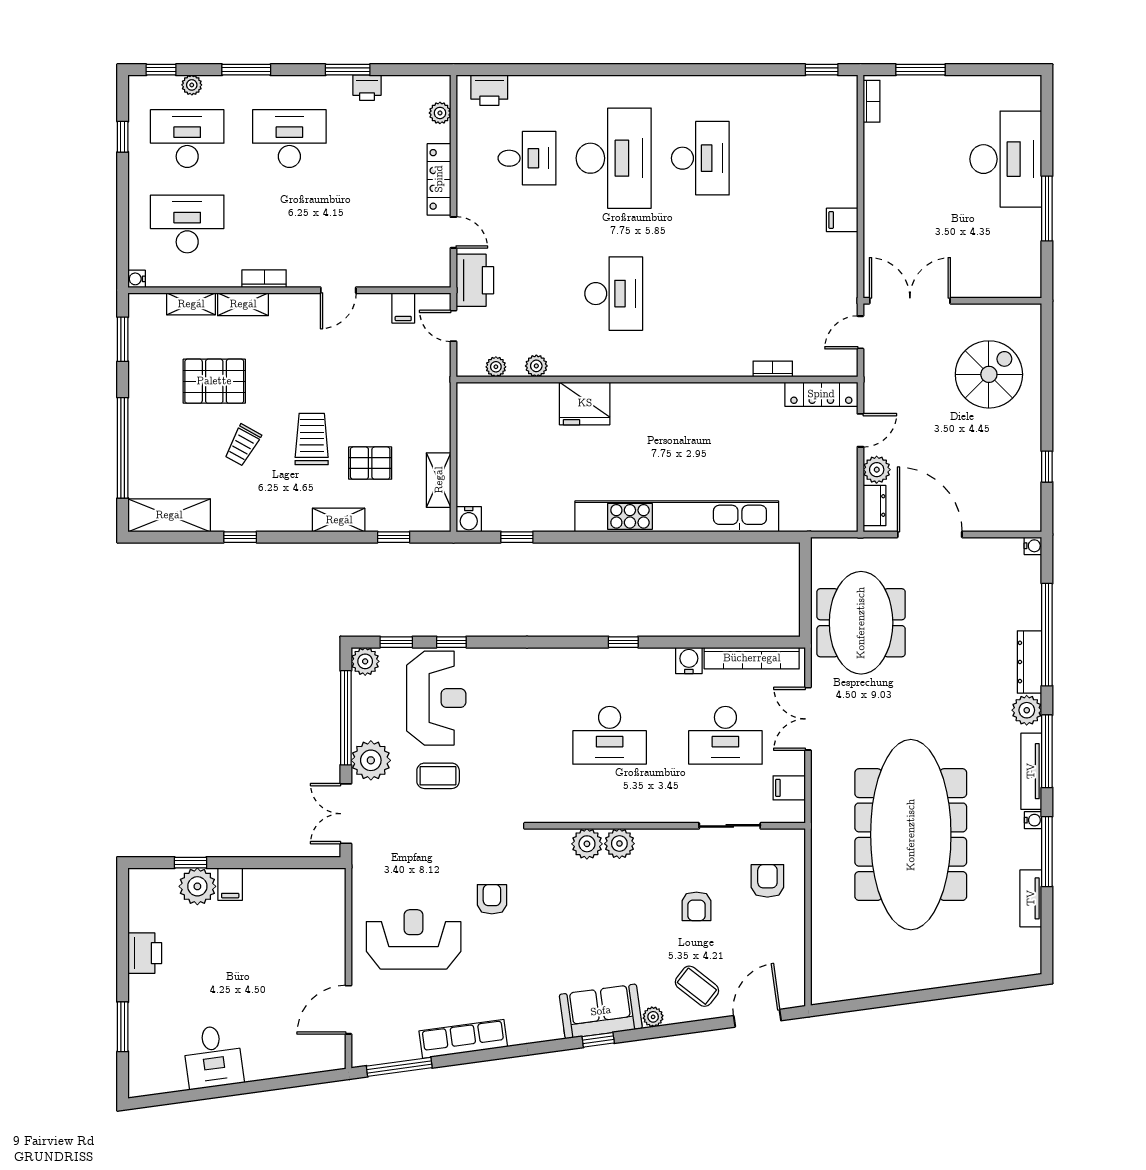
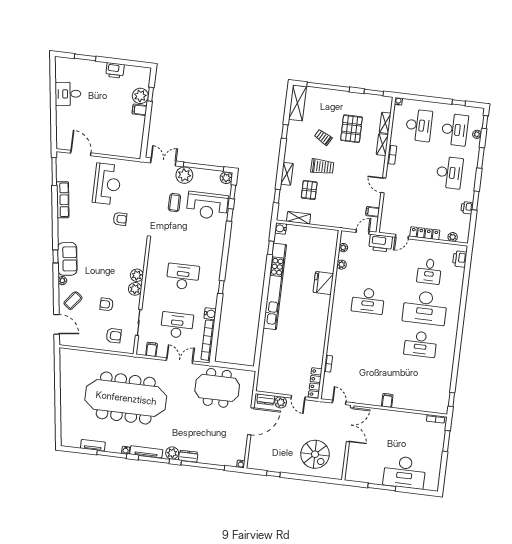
kitchen unit: (677, 516) -> (275, 286), moved
dresser: (1029, 662) -> (188, 456), width x0.70
desk: (610, 735) -> (183, 277), turned 90
desk: (725, 735) -> (177, 325), turned 90
plant: (587, 844) -> (135, 289), moved

